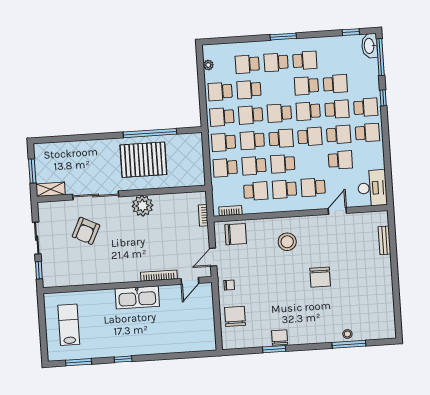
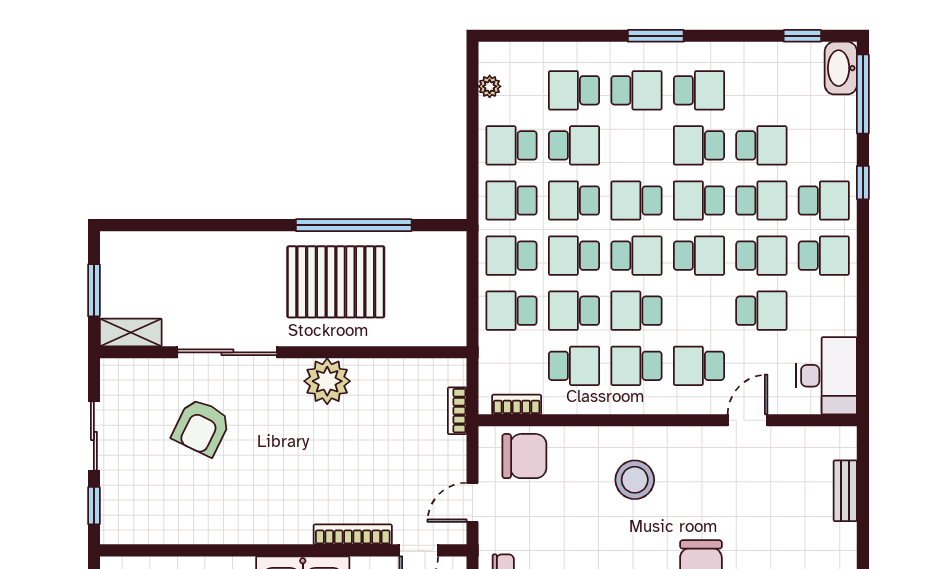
school desk: (276, 62) -> (636, 90), turned 180
school desk: (249, 90) -> (574, 145), turned 180

